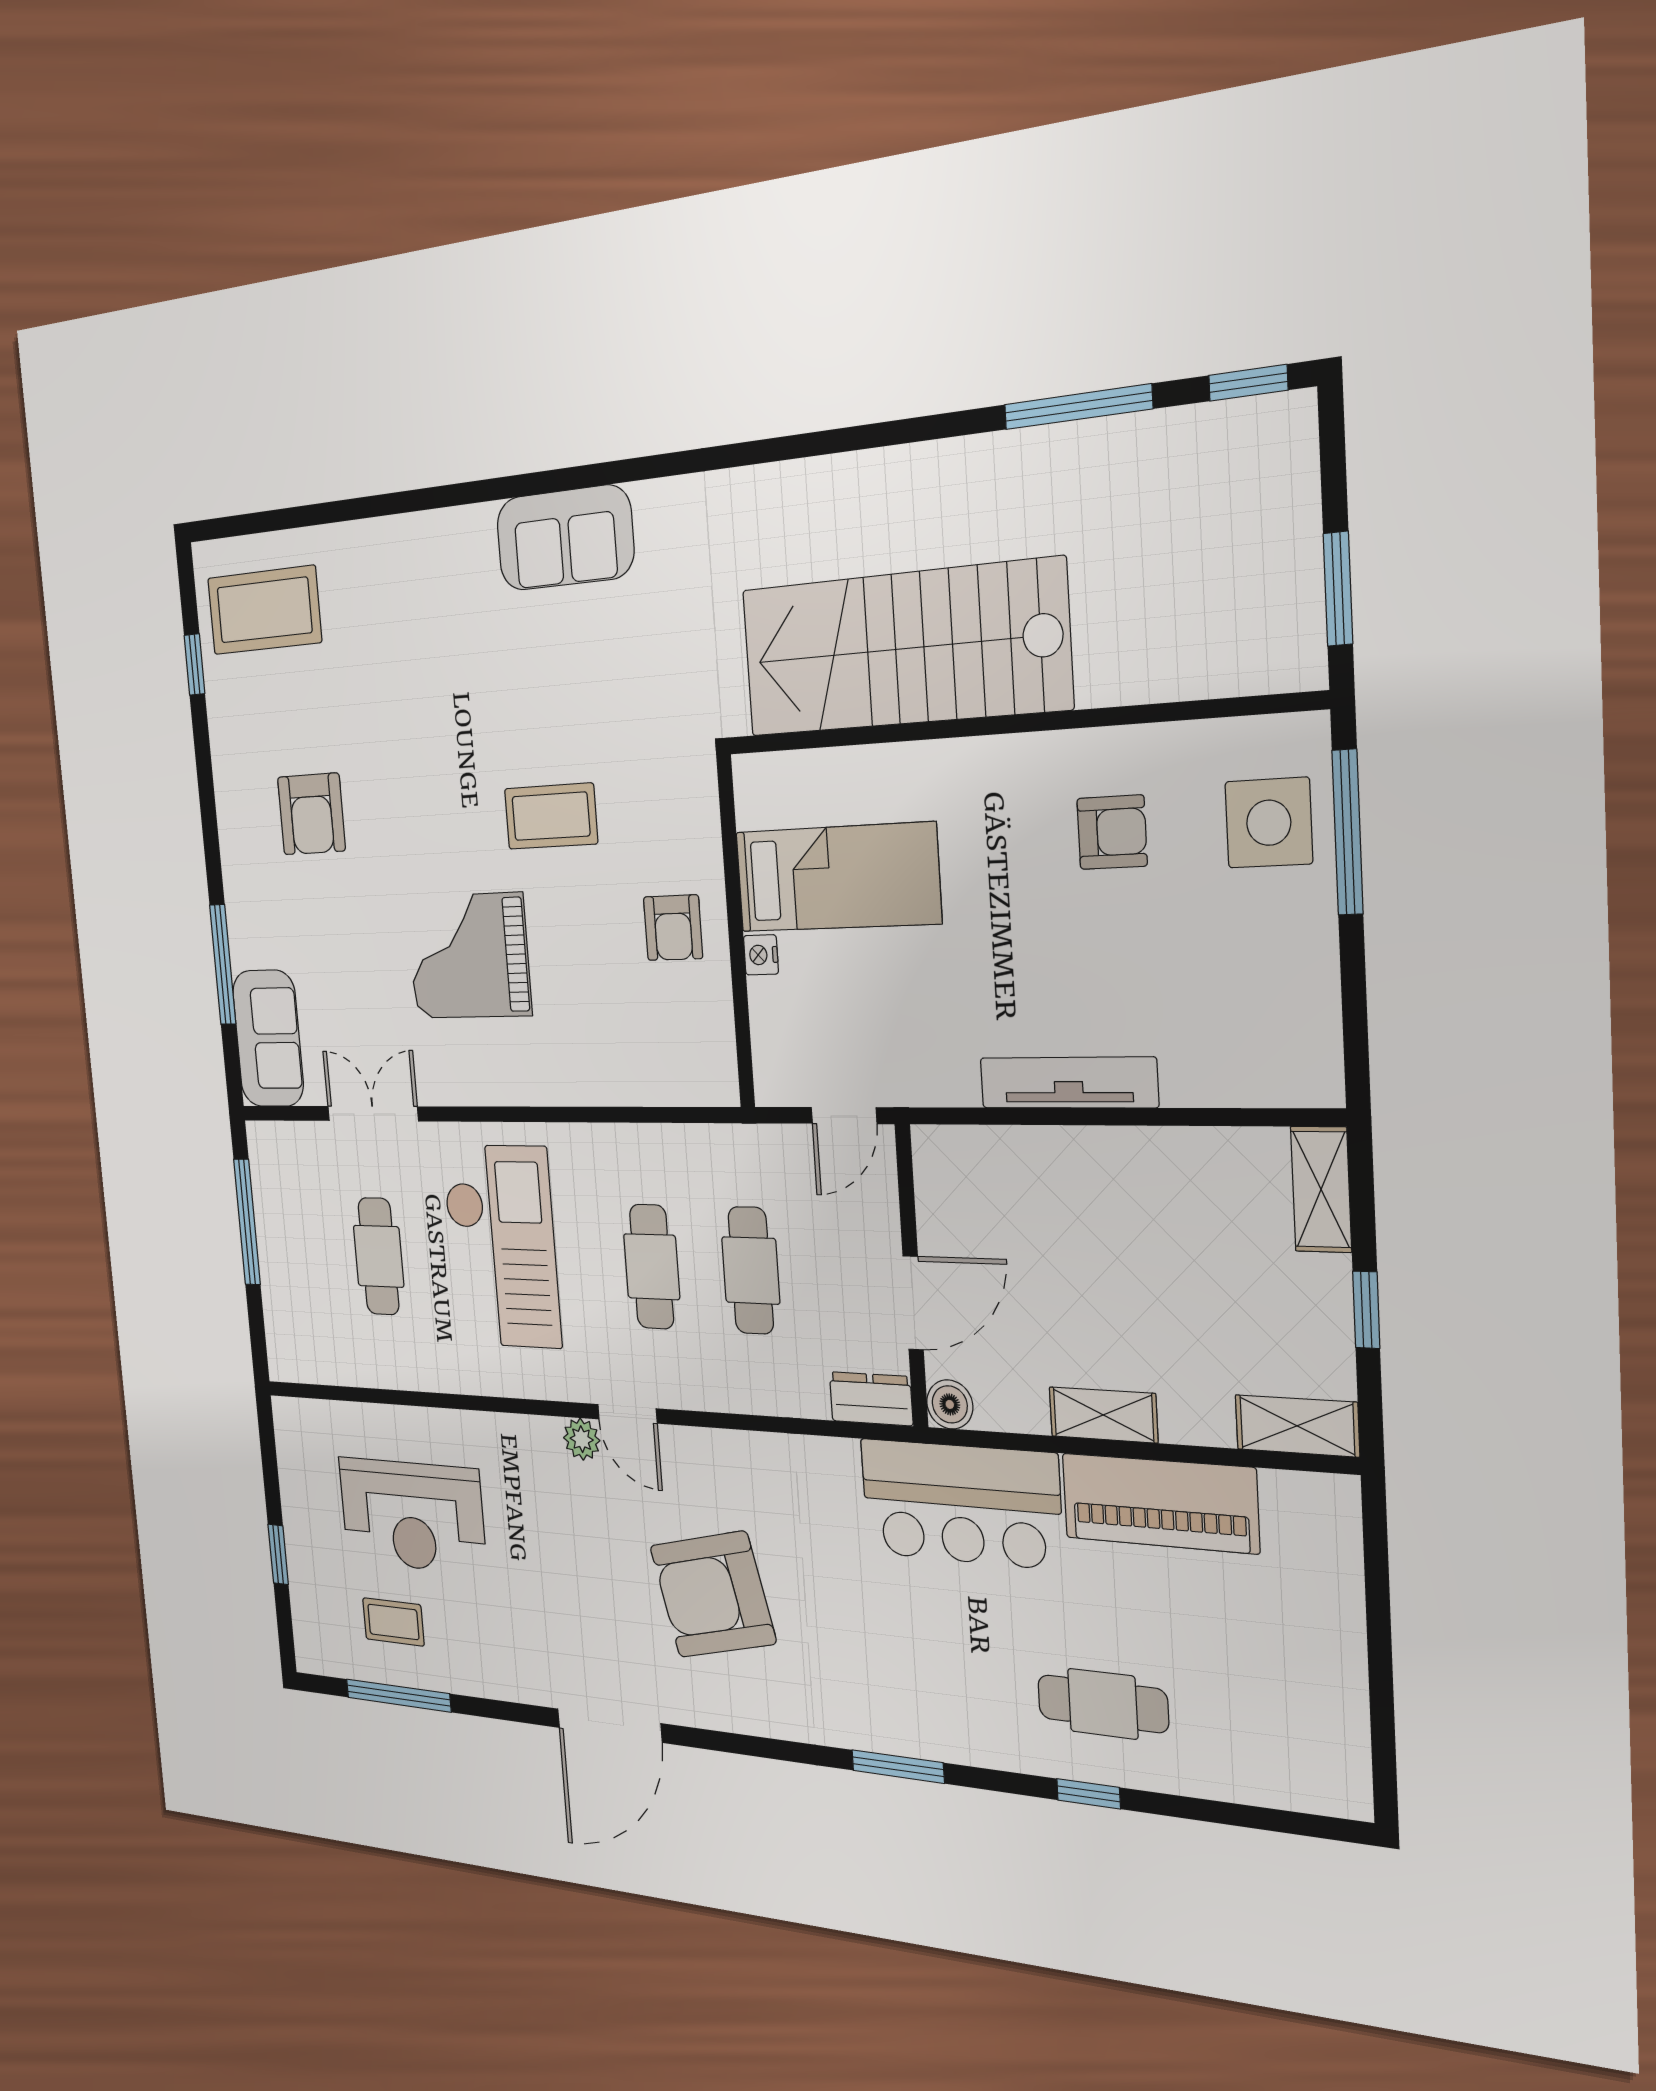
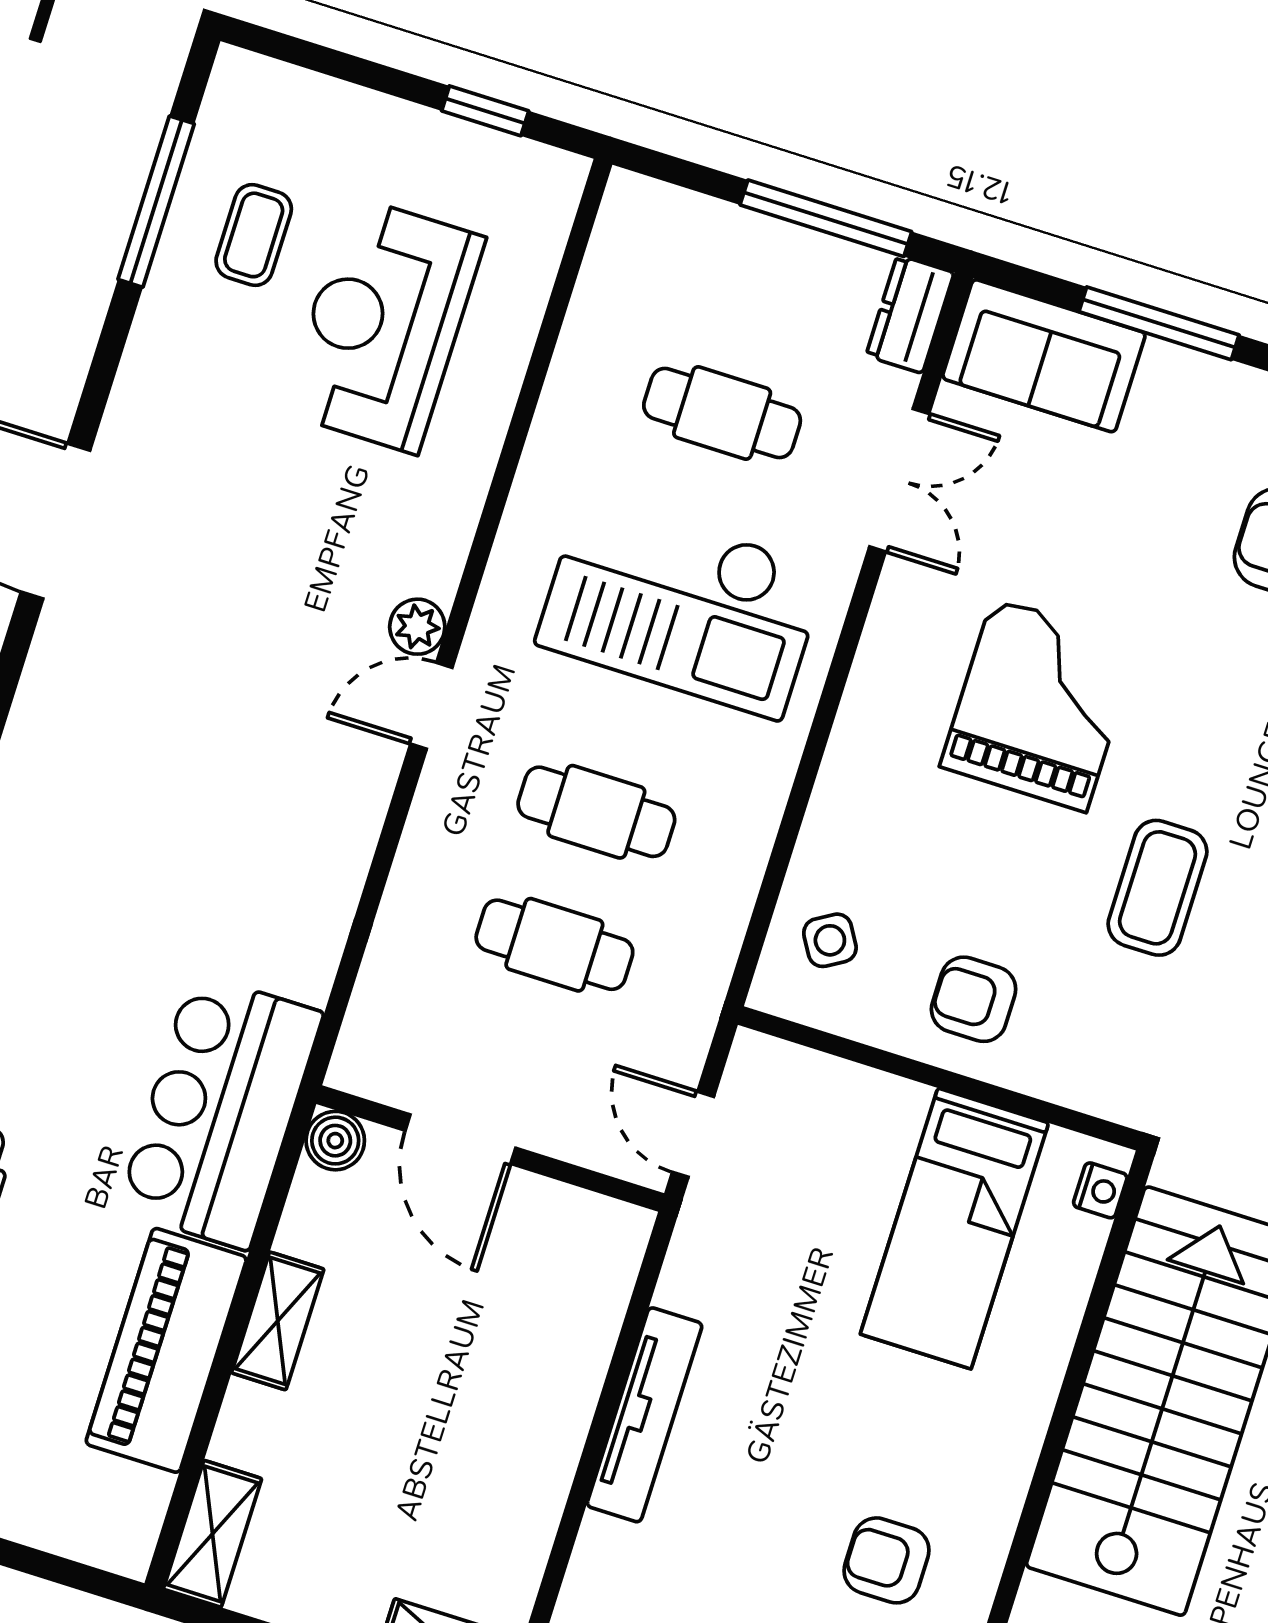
armchair: (1112, 832) -> (886, 1560), turned 90
nightstand: (761, 955) -> (1100, 1190), moved, turned 90
side table: (673, 1056) -> (830, 940), added
dresser: (871, 1399) -> (910, 314), moved, turned 180
window: (278, 1554) -> (485, 111), moved
armchair: (713, 1594) -> (187, 739), removed

